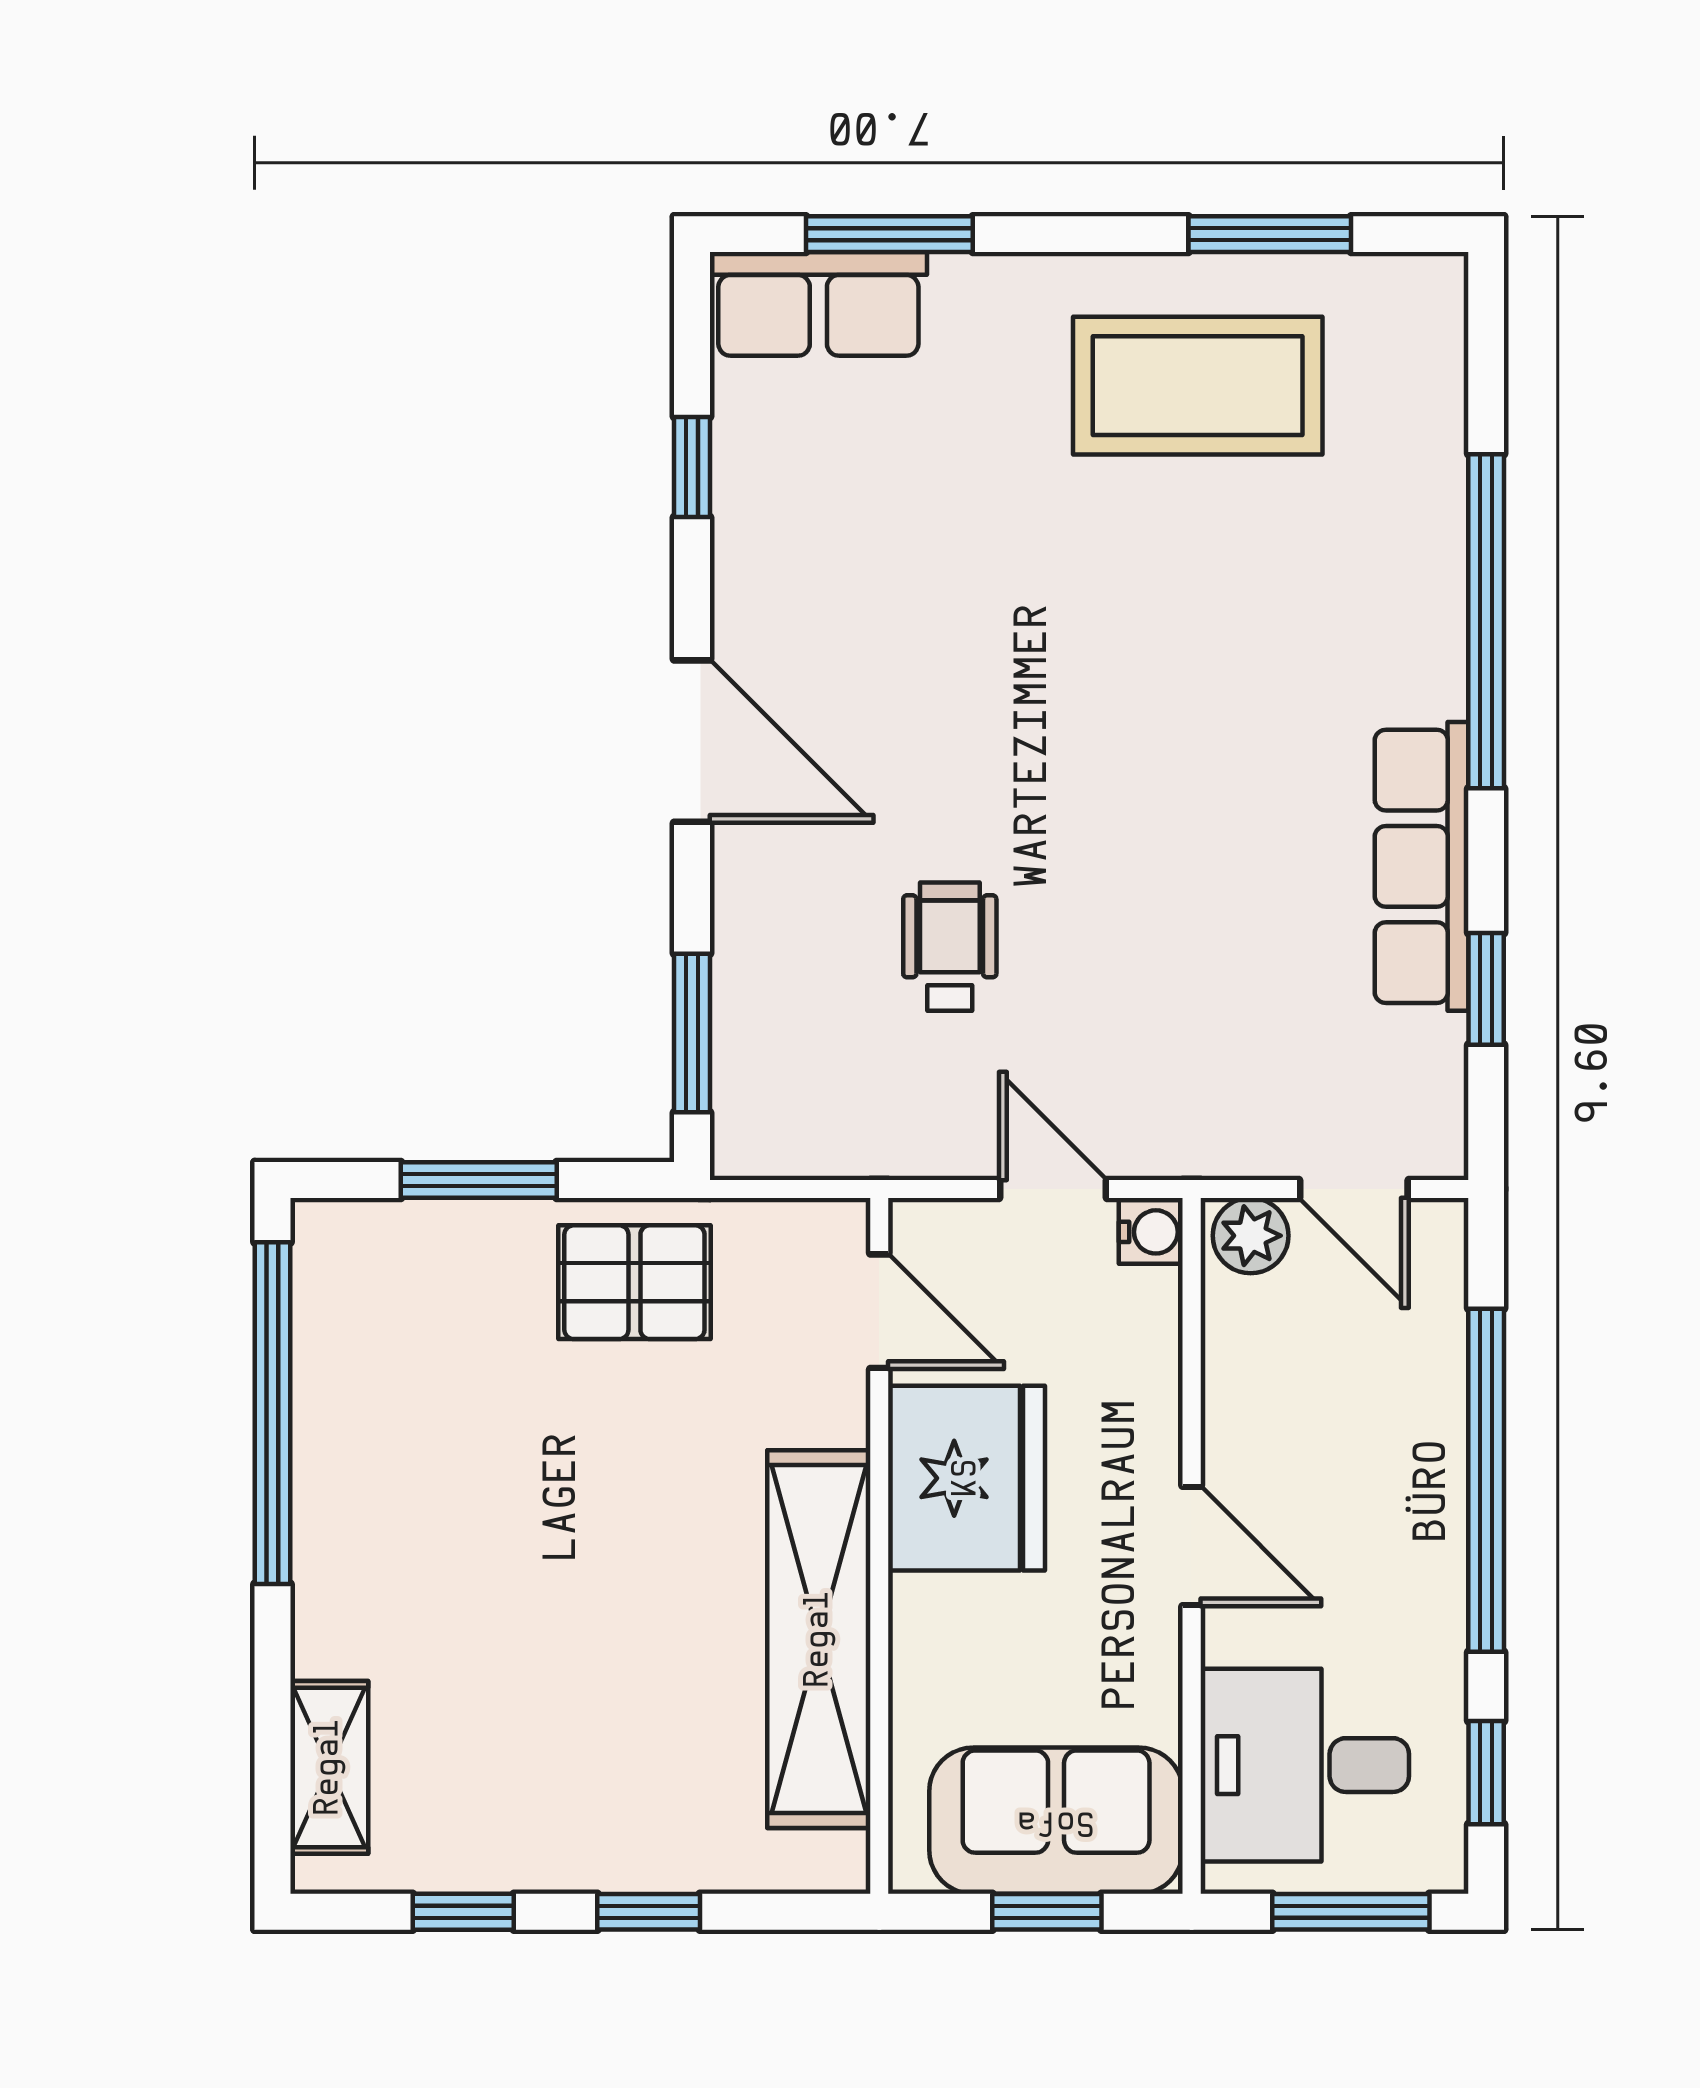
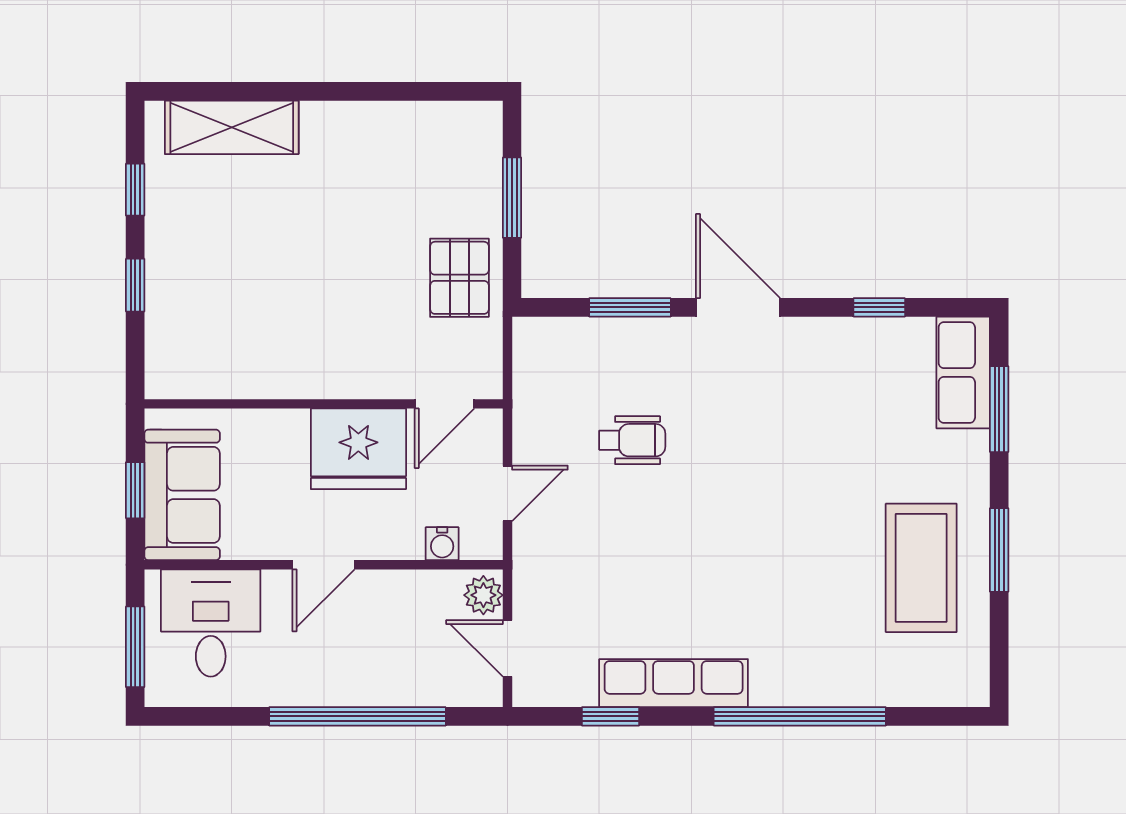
window: (1270, 234) -> (999, 550), moved
door: (692, 741) -> (738, 307), swing flipped
window: (692, 1033) -> (630, 307), moved
door: (1354, 1189) -> (507, 648), hinge flipped
water cooler: (1151, 1232) -> (442, 544), moved
window: (273, 1413) -> (392, 91), removed
shelving: (819, 1639) -> (276, 373), removed
shelving: (329, 1767) -> (232, 127), width x1.50, depth x1.33
window: (1486, 1773) -> (207, 716), removed

